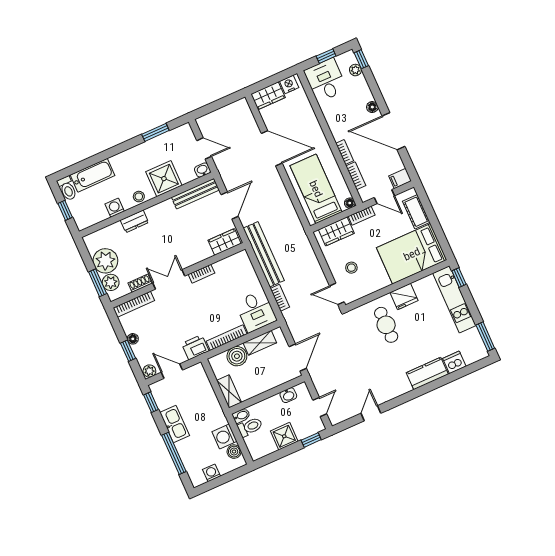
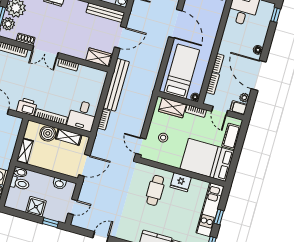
plant: (355, 70) -> (244, 98), moved
window: (459, 278) -> (219, 217), moved
double door: (169, 279) -> (45, 52), swing flipped

